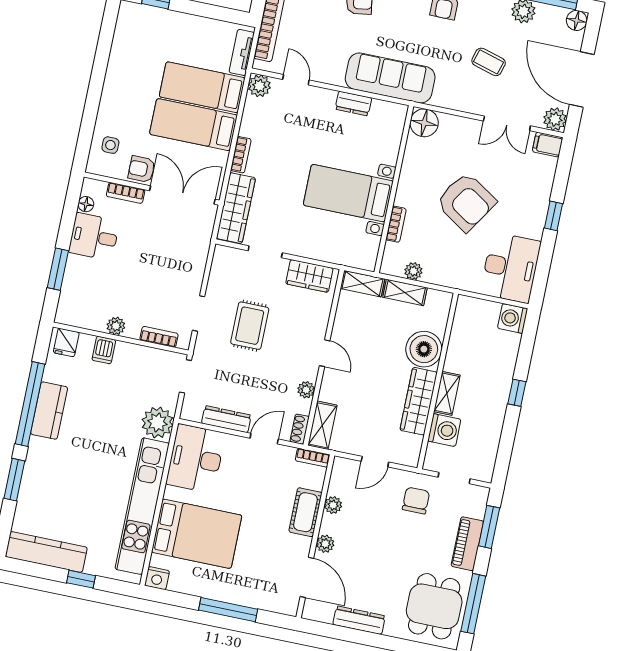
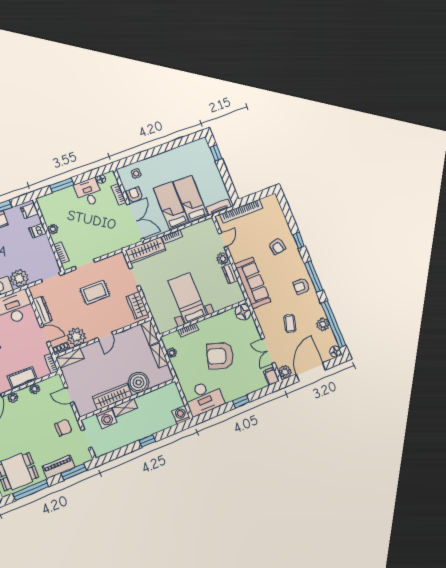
plant: (259, 86) -> (223, 259), moved
armchair: (466, 202) -> (220, 356), turned 74
plant: (306, 390) -> (76, 337), width x1.87, depth x1.87

